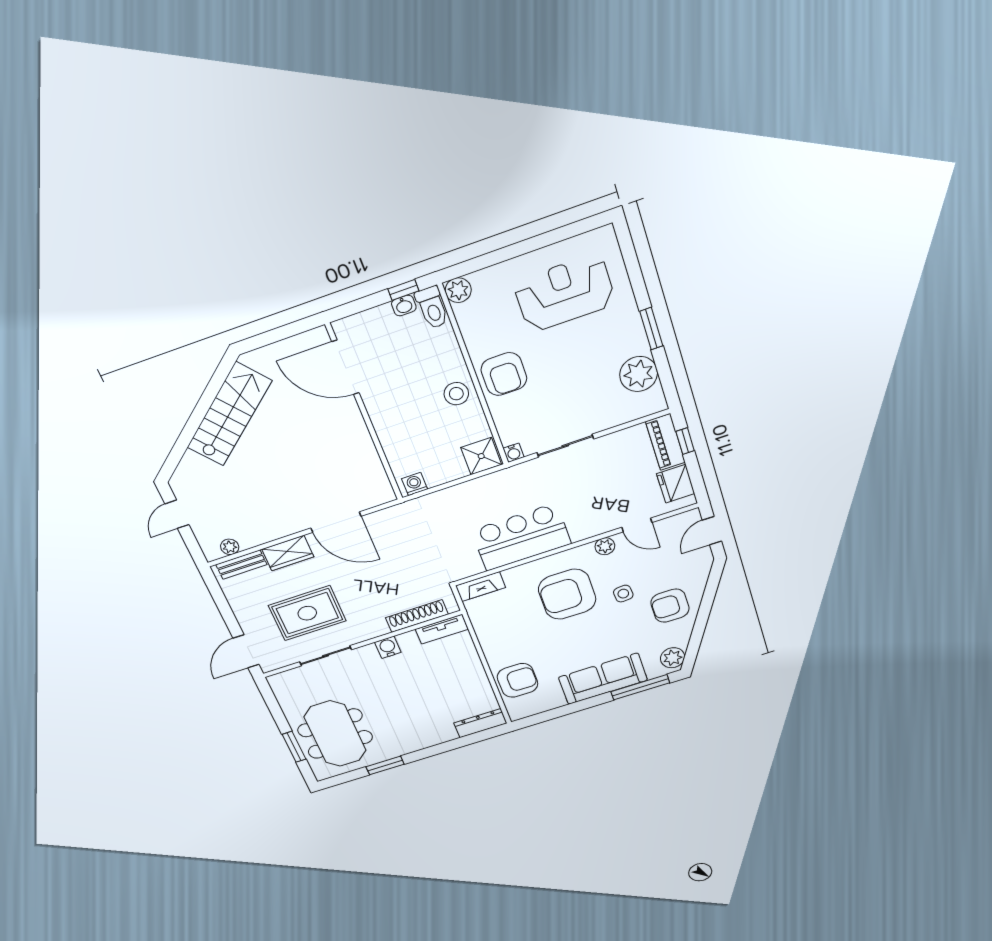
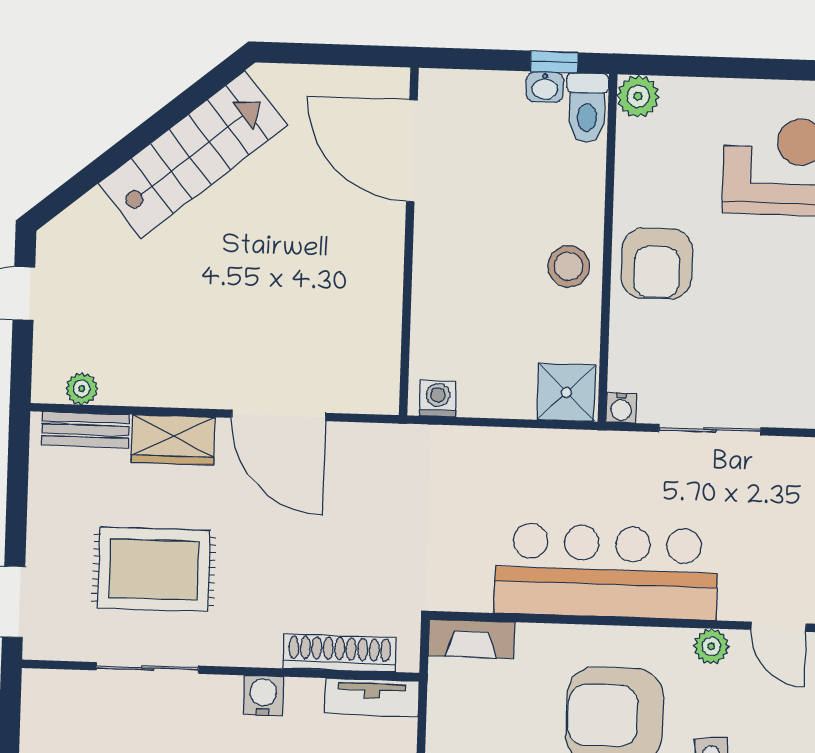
bar counter: (521, 537) -> (606, 572), width x1.36

